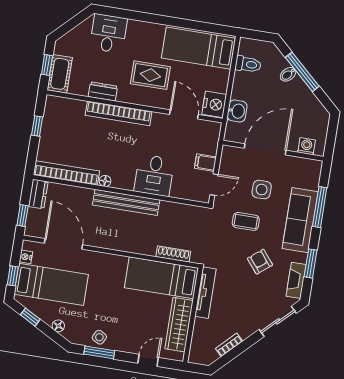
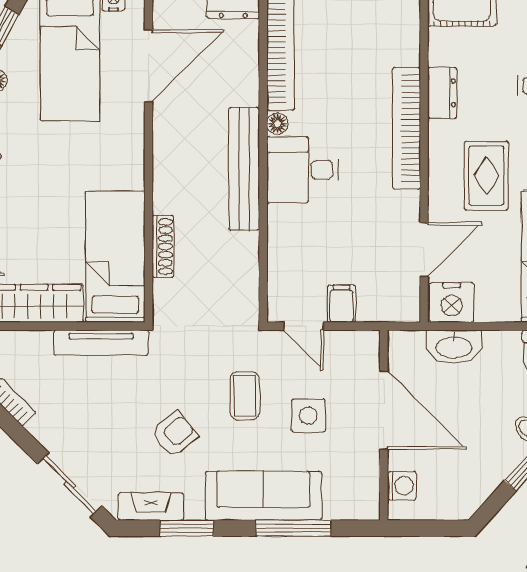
washbasin: (237, 111) -> (454, 347), width x1.38
desk: (154, 175) -> (303, 170), moved
shoe rack: (173, 254) -> (163, 246), moved

